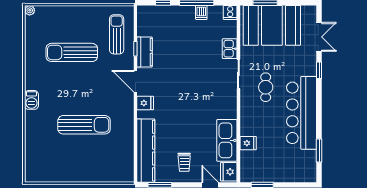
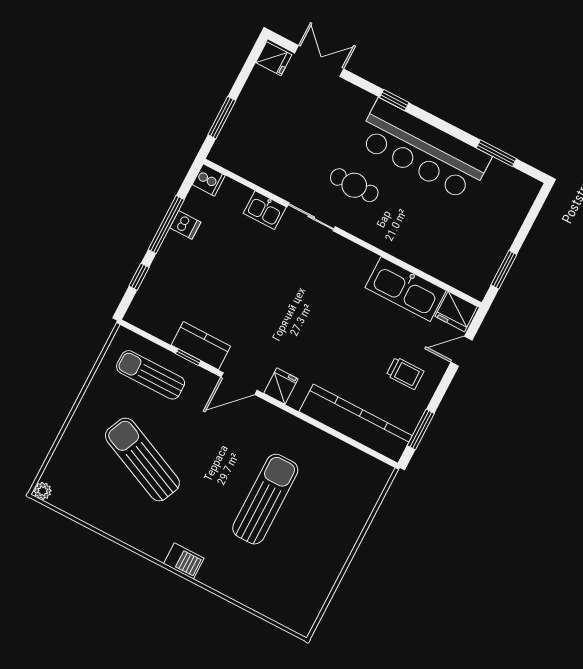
booth: (272, 25) -> (263, 125), removed
sun lounger: (72, 52) -> (142, 459), turned 114
window: (319, 70) -> (394, 100), moved
fridge: (248, 143) -> (274, 59), moved, turned 90

